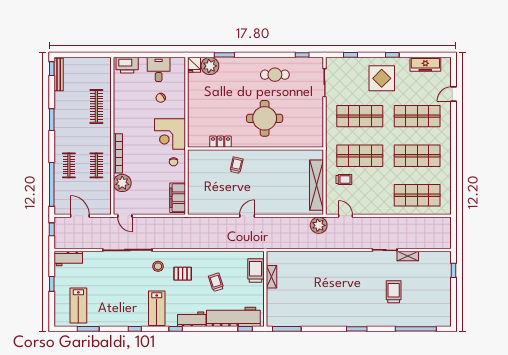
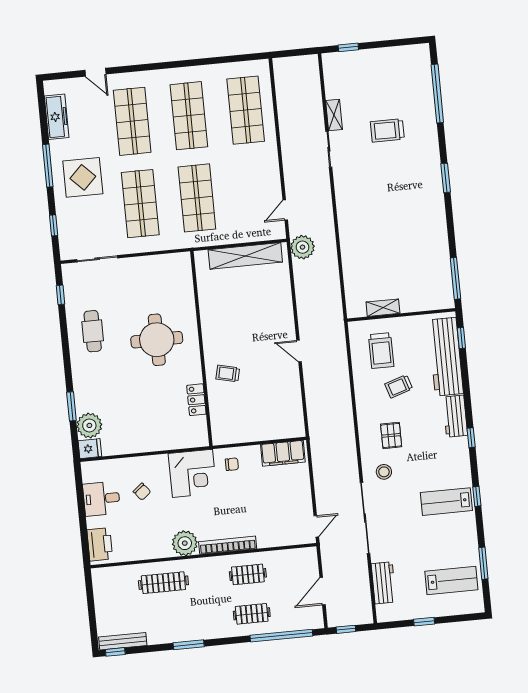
window: (392, 55) -> (48, 166), width x2.17
trolley: (344, 179) -> (233, 217), removed
plant: (122, 183) -> (185, 543), moved
workbench: (68, 258) -> (384, 583), moved
trolley: (255, 270) -> (381, 351), moved, turned -90
lab bench: (157, 308) -> (446, 502), moved, turned 180

